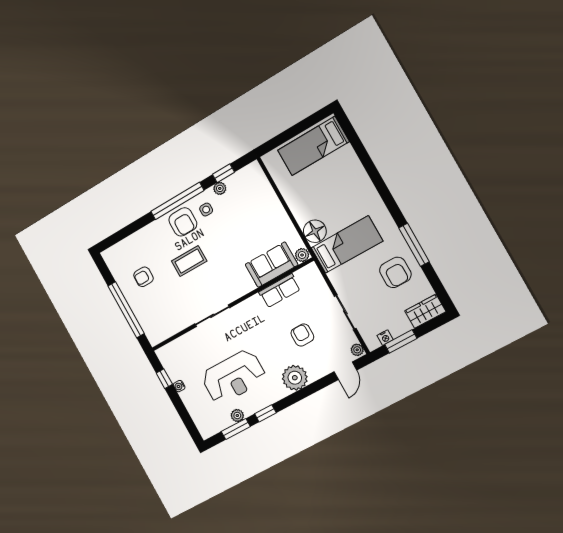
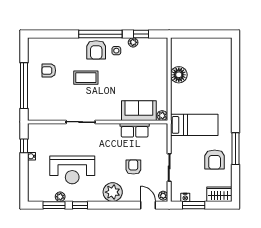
bed: (313, 146) -> (208, 51), removed
floor lamp: (315, 231) -> (179, 75), moved
door: (345, 371) -> (148, 205), swing flipped

